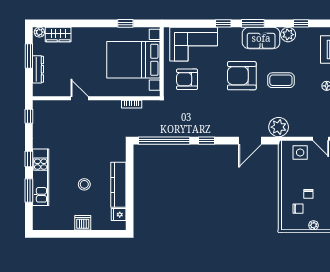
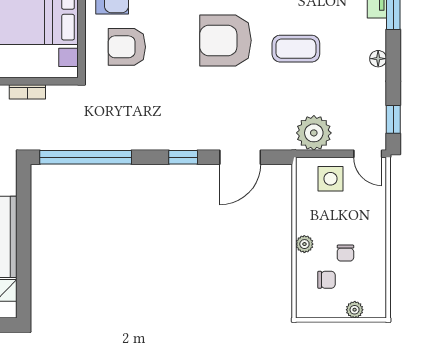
plant: (279, 127) -> (314, 133), moved
window: (206, 141) -> (183, 157), moved
plant: (286, 189) -> (304, 244), added

